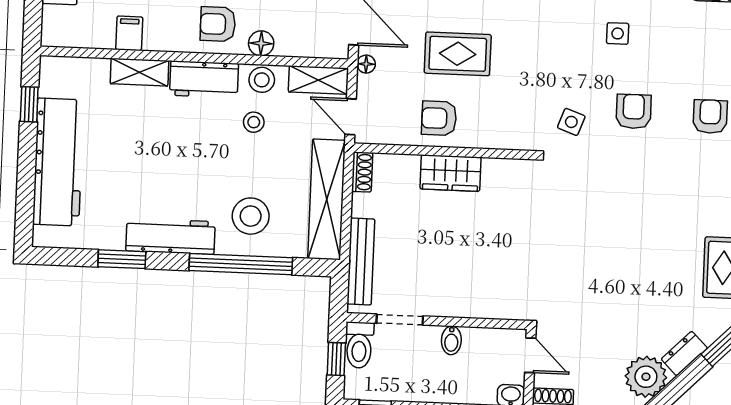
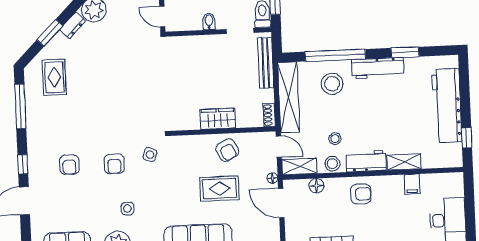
floor lamp: (261, 43) -> (316, 186), moved
armchair: (439, 118) -> (227, 150), turned 62

